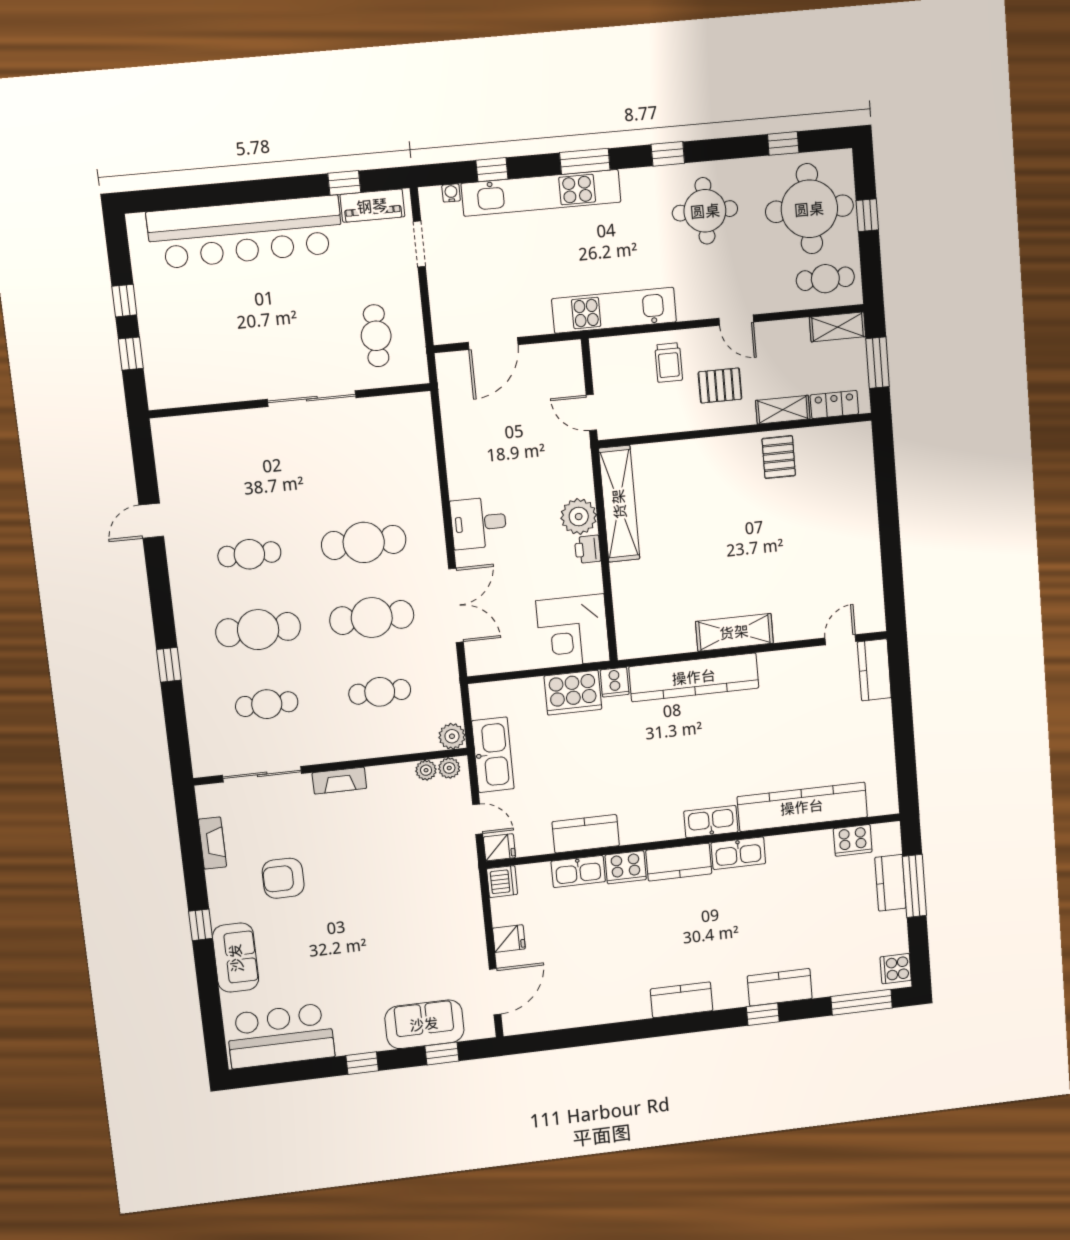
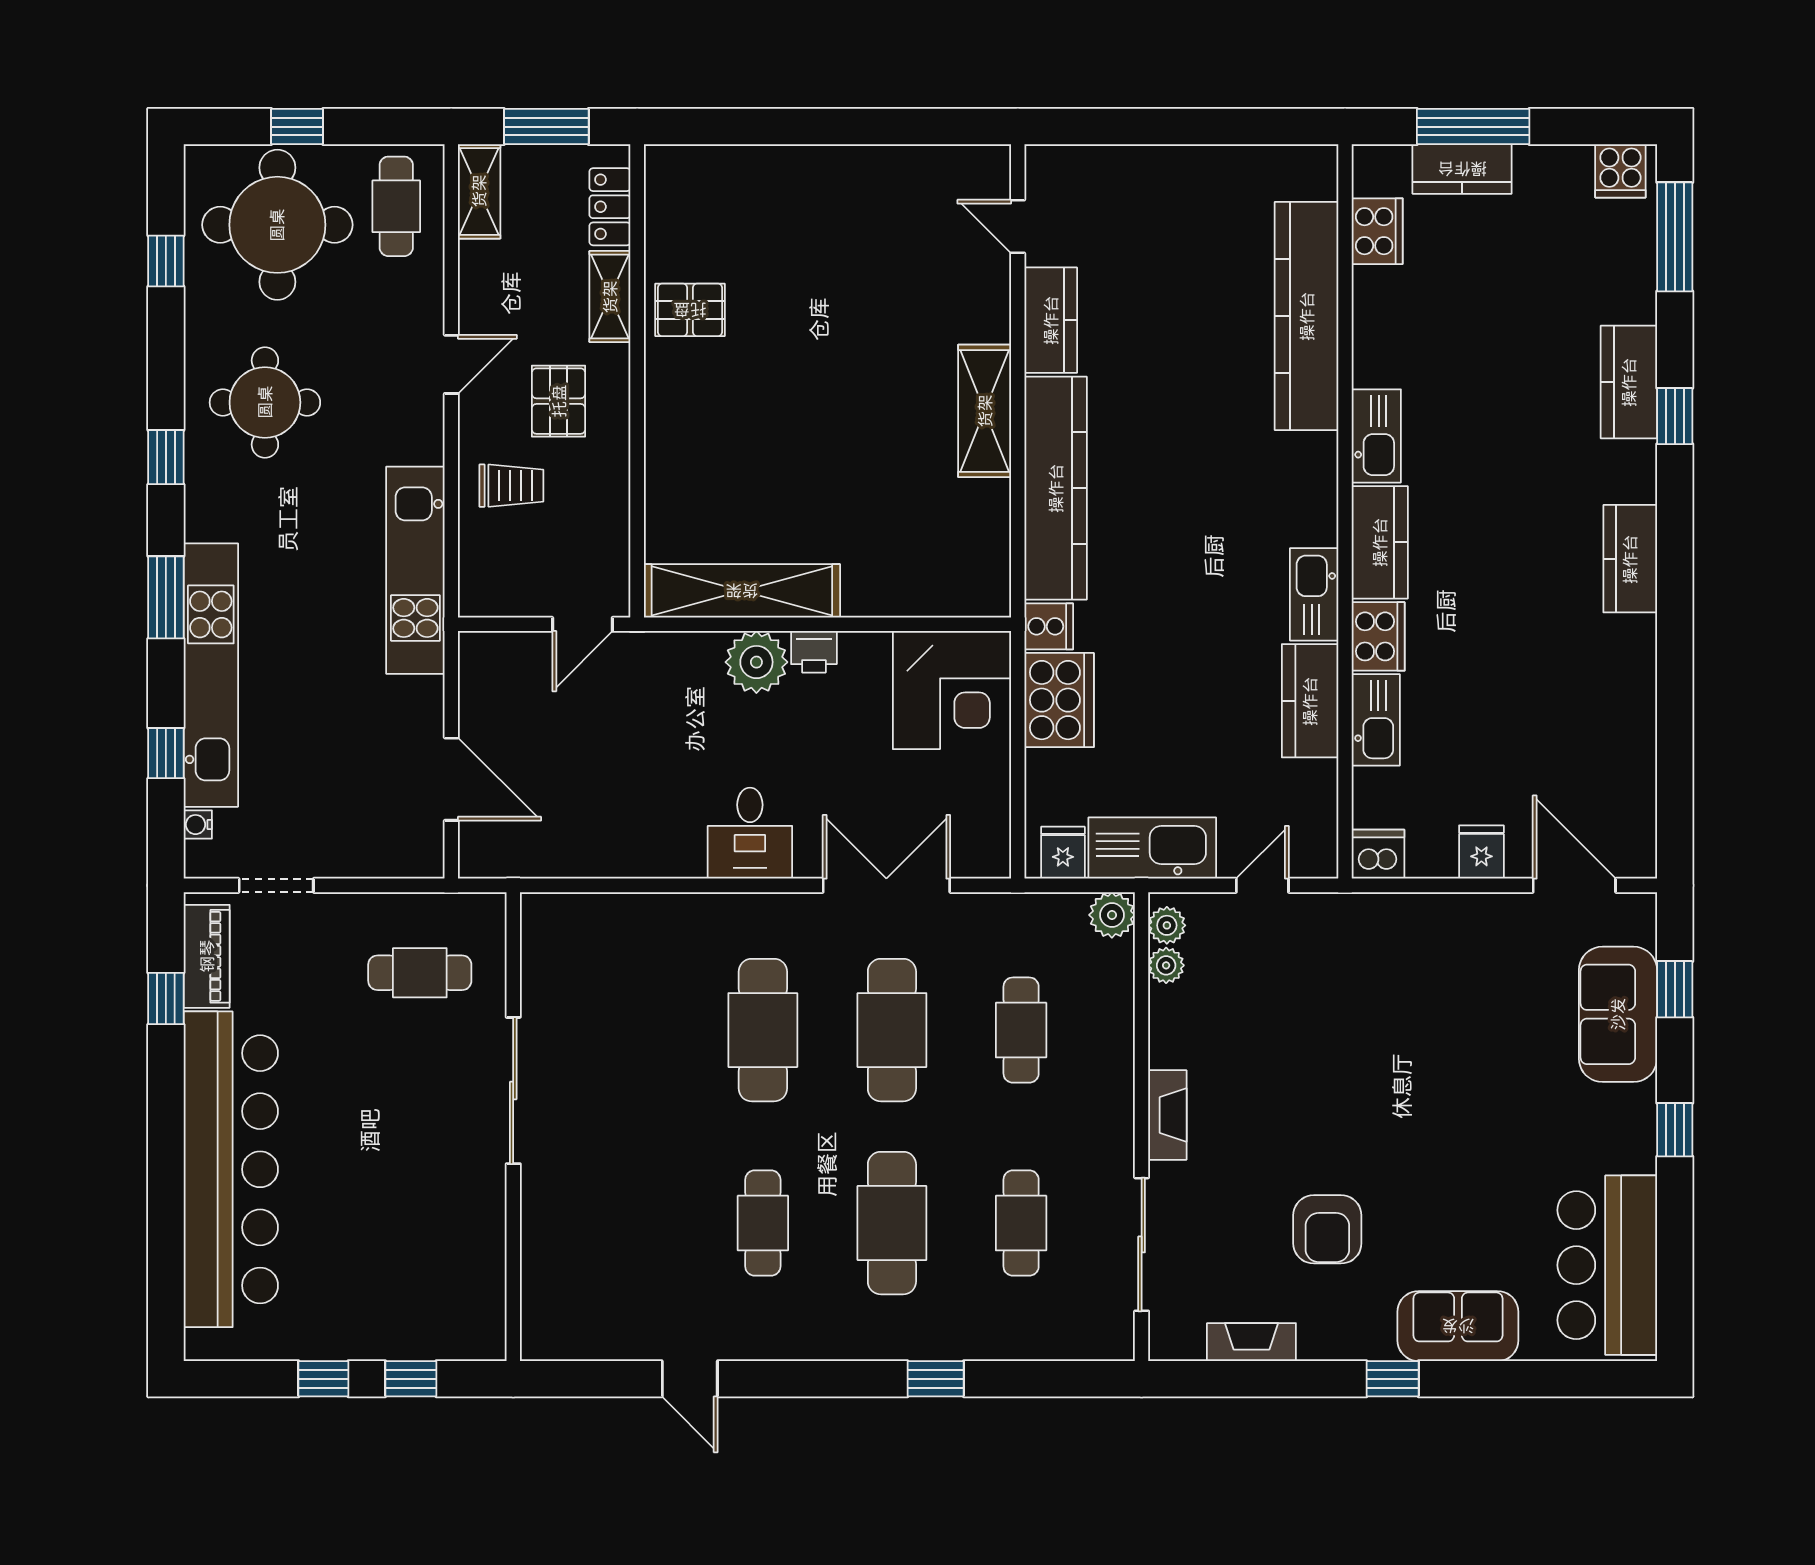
kitchen counter: (874, 670) -> (1051, 320), moved, turned -90
kitchen sink: (711, 822) -> (1314, 594), moved
fridge: (499, 847) -> (1063, 853), moved

